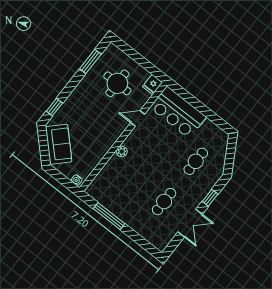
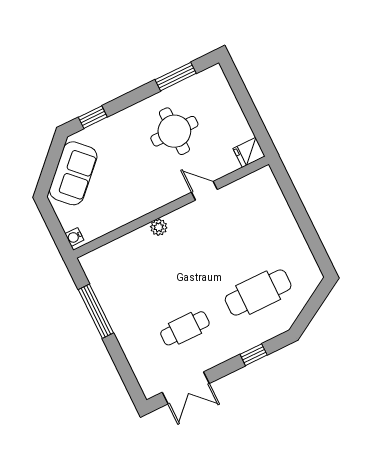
round table: (117, 83) -> (174, 131), moved
bar counter: (178, 112) -> (266, 210), removed
cafe table: (196, 161) -> (258, 293), width x1.37, depth x1.35
double door: (190, 223) -> (186, 388), moved

